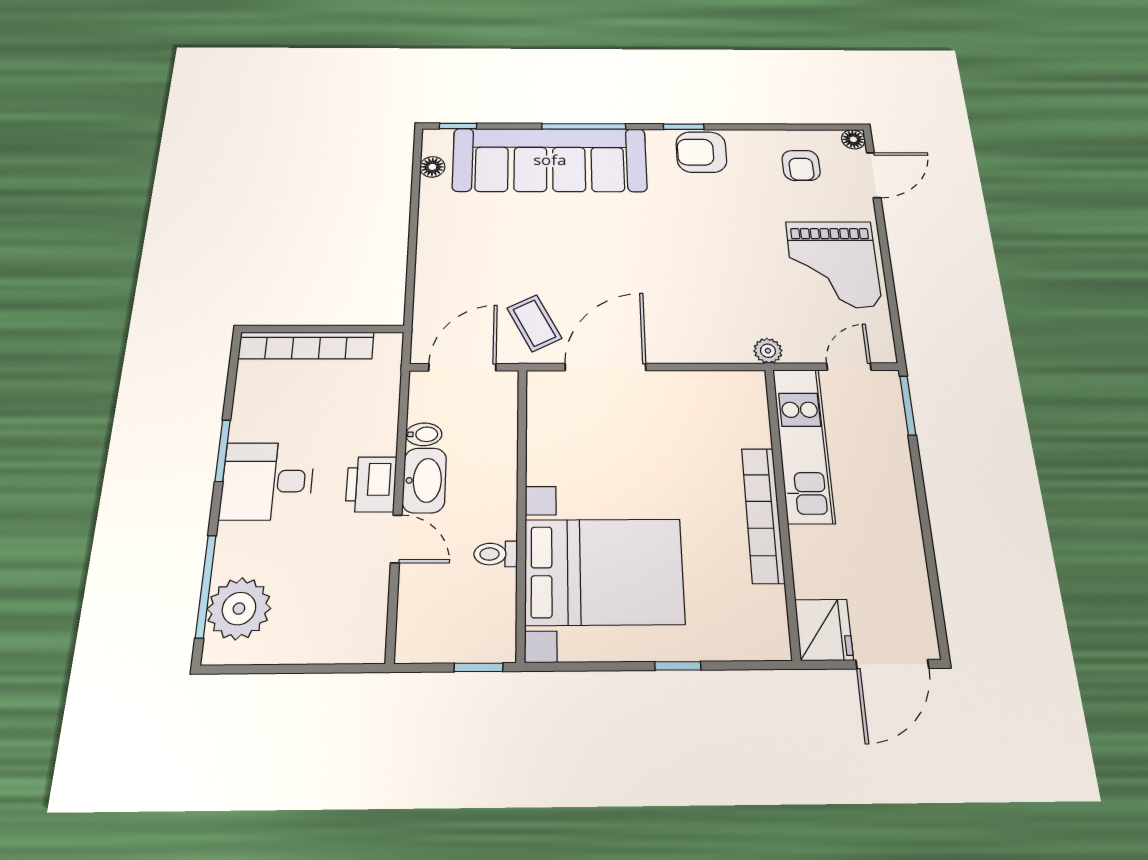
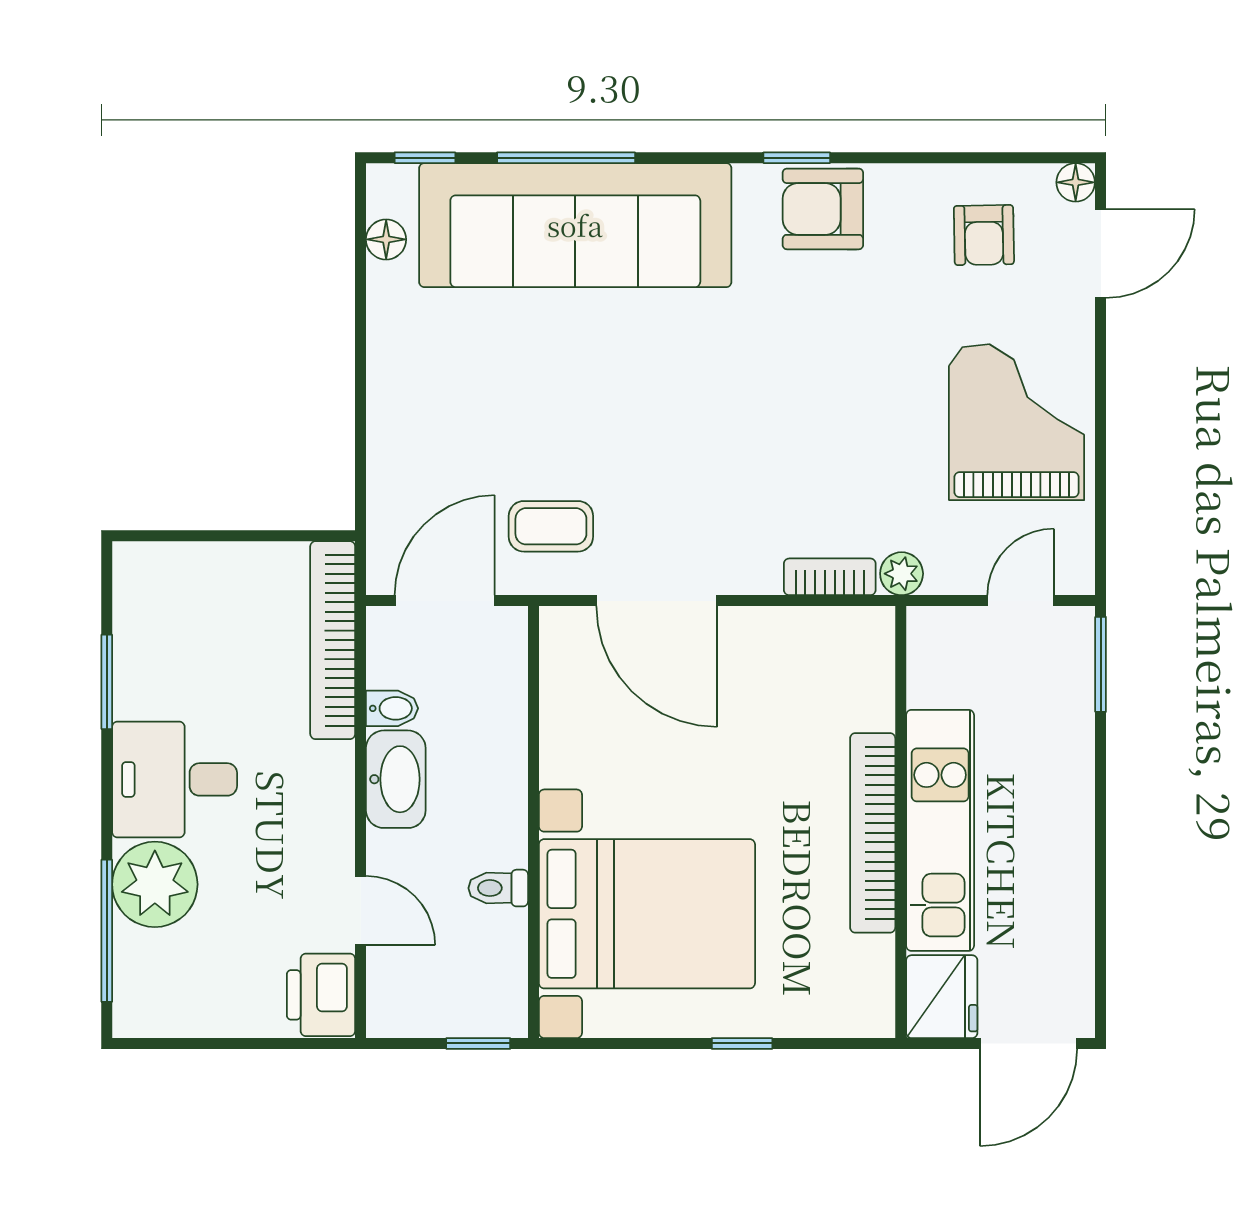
window: (584, 126) -> (566, 158), moved
grand piano: (833, 264) -> (1017, 422), turned 180
coffee table: (534, 323) -> (551, 526), turned -63
bookcase: (306, 345) -> (333, 640), moved, turned 90
bookcase: (720, 353) -> (830, 577), added
door: (605, 367) -> (657, 601), swing flipped
kitchen unit: (803, 445) -> (940, 830), moved
window: (223, 451) -> (107, 682), moved
printer: (371, 484) -> (321, 995), moved
door: (396, 539) -> (361, 911), moved
plant: (239, 609) -> (155, 884), moved

